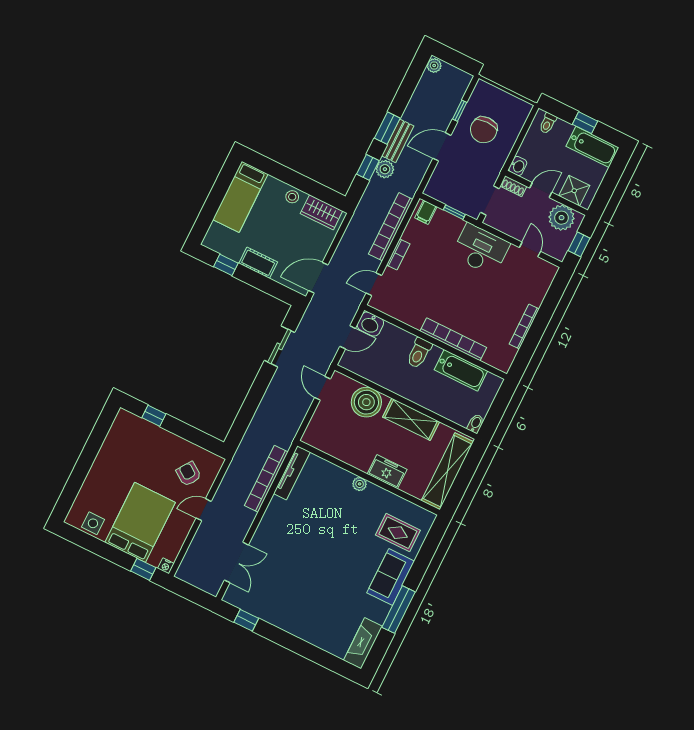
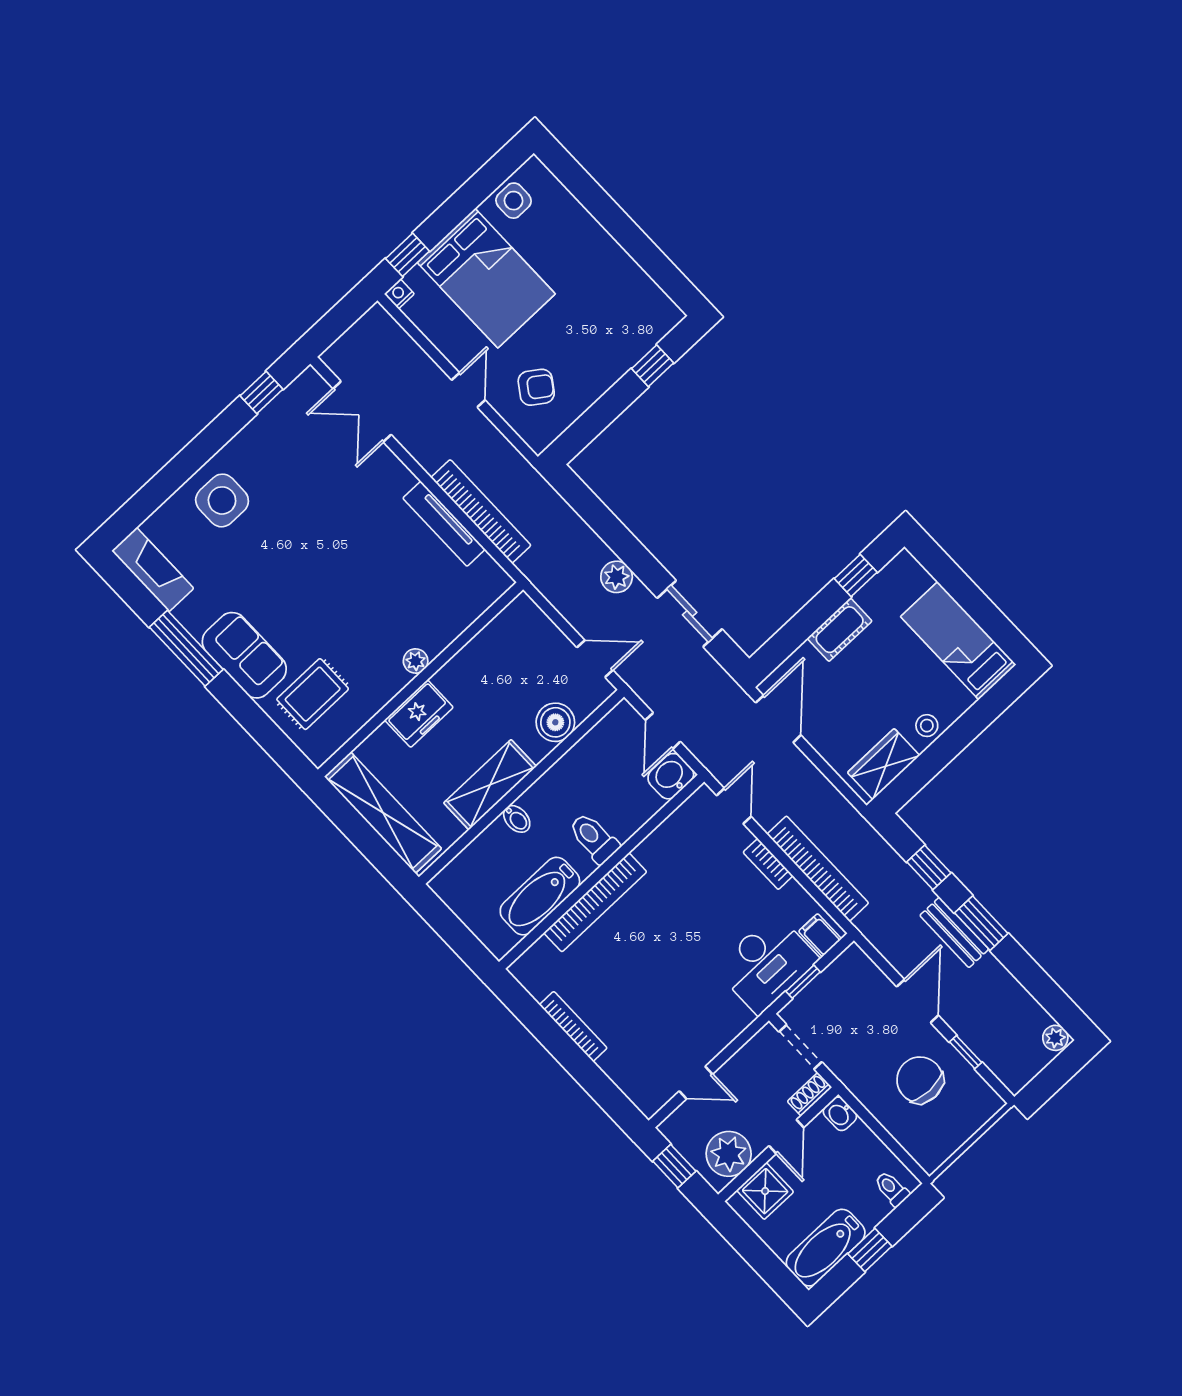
plant: (385, 169) -> (617, 577), moved
desk: (481, 249) -> (767, 964), moved
boiler: (366, 402) -> (555, 722), width x0.73, depth x0.73
bidet: (476, 424) -> (517, 819), moved
tv unit: (292, 473) -> (444, 524), moved
side table: (312, 620) -> (222, 500), added

